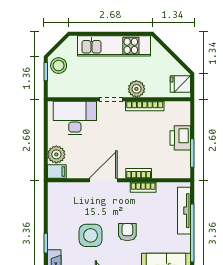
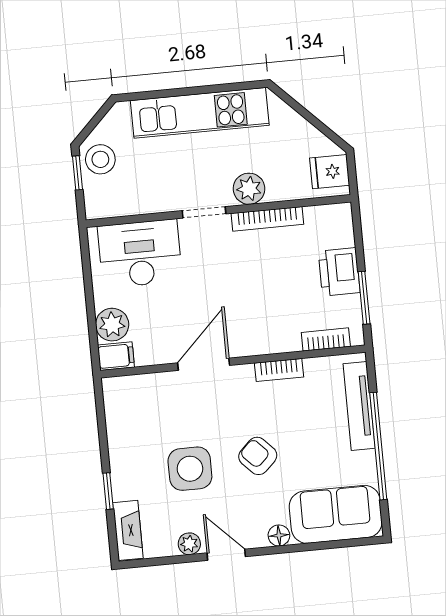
bookcase: (139, 173) -> (326, 339), moved
armchair: (127, 232) -> (258, 456), turned -44

